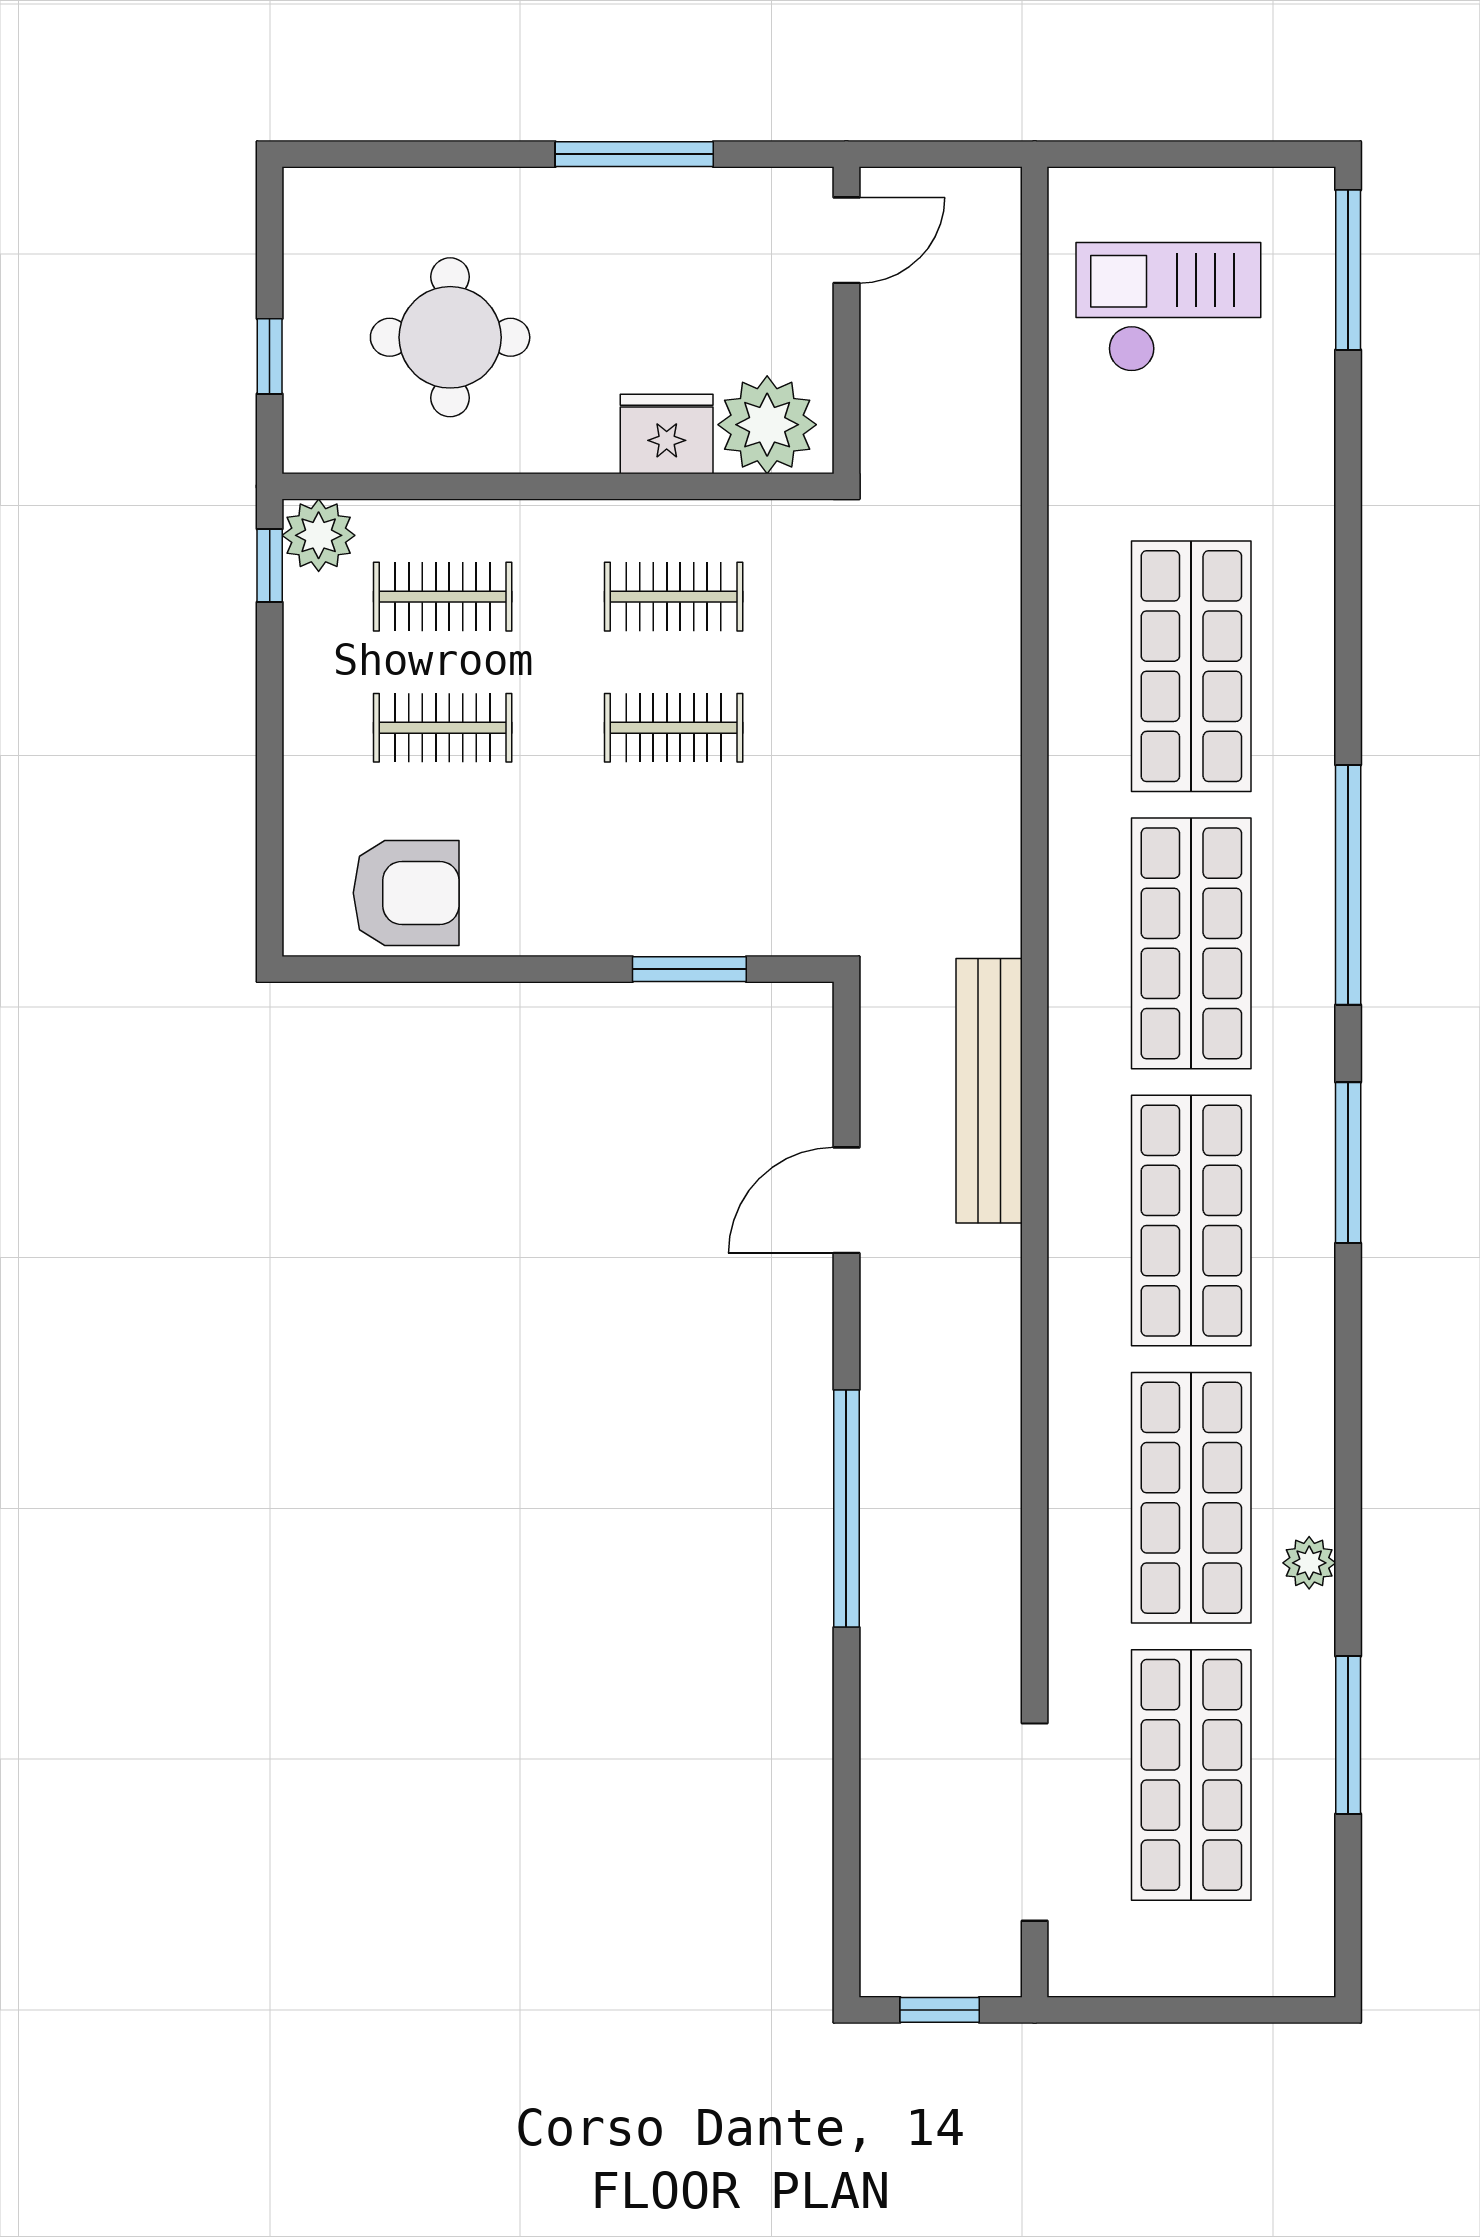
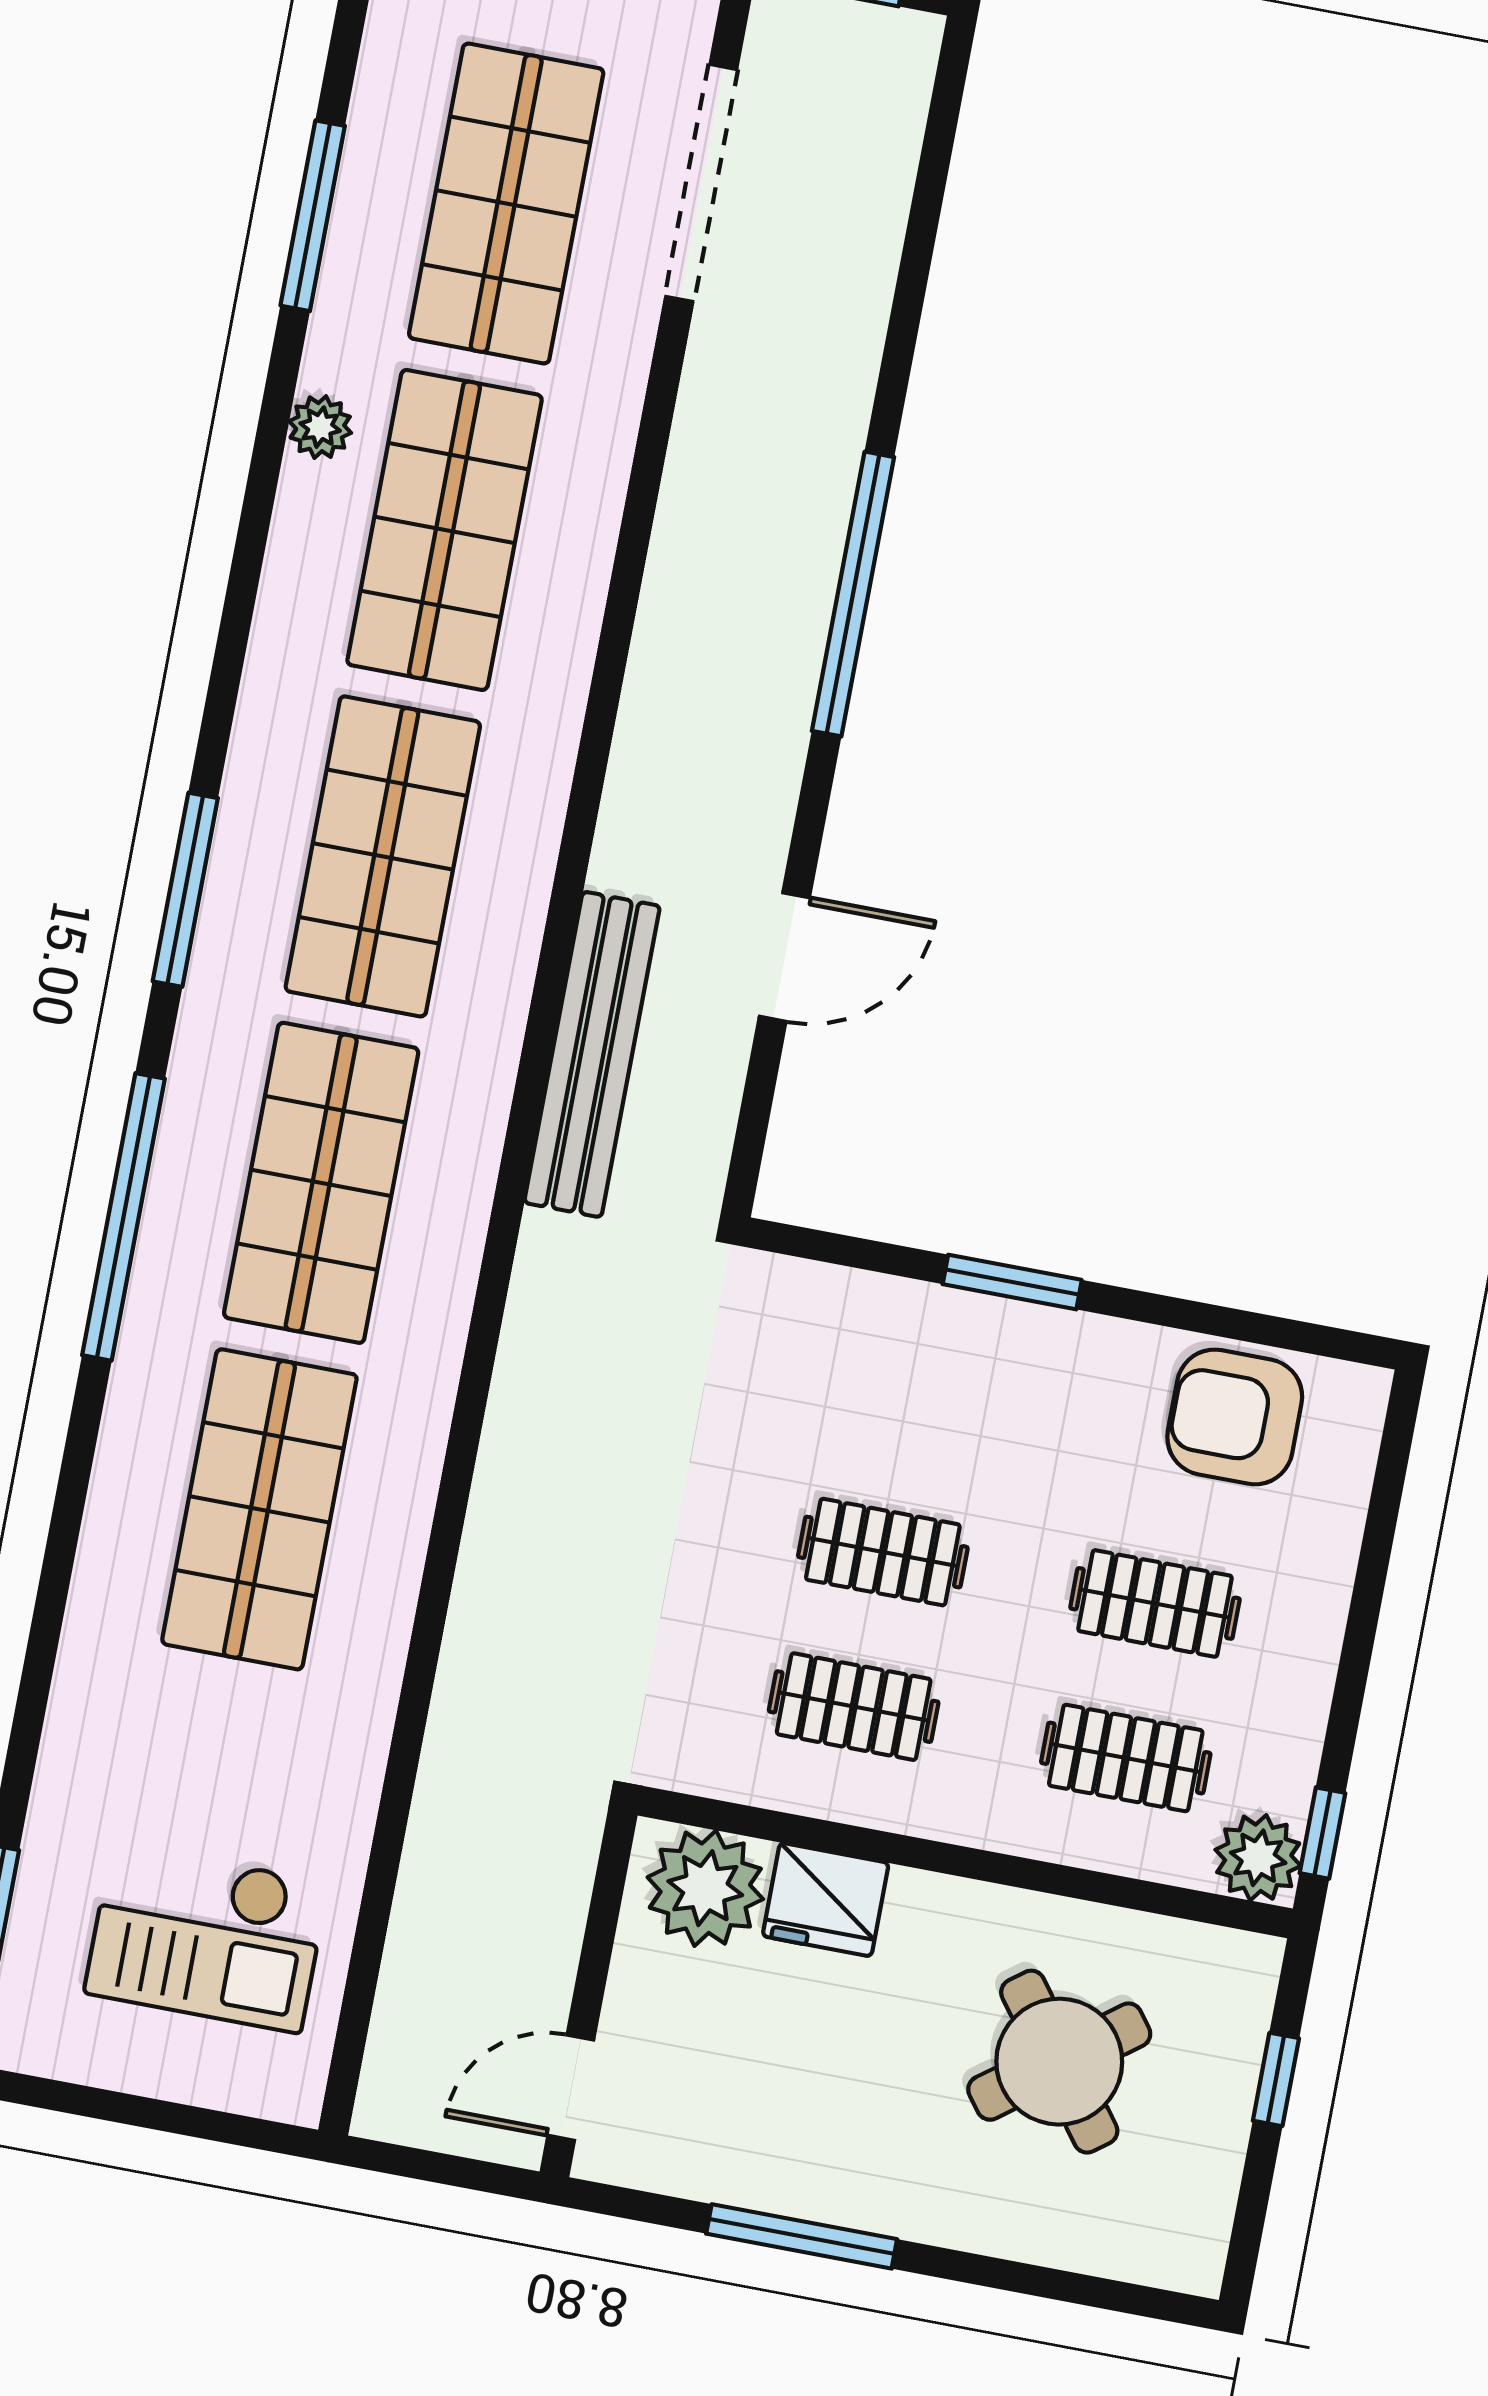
round table: (450, 337) -> (1059, 2062), turned -37
window: (689, 969) -> (1012, 1282), moved

